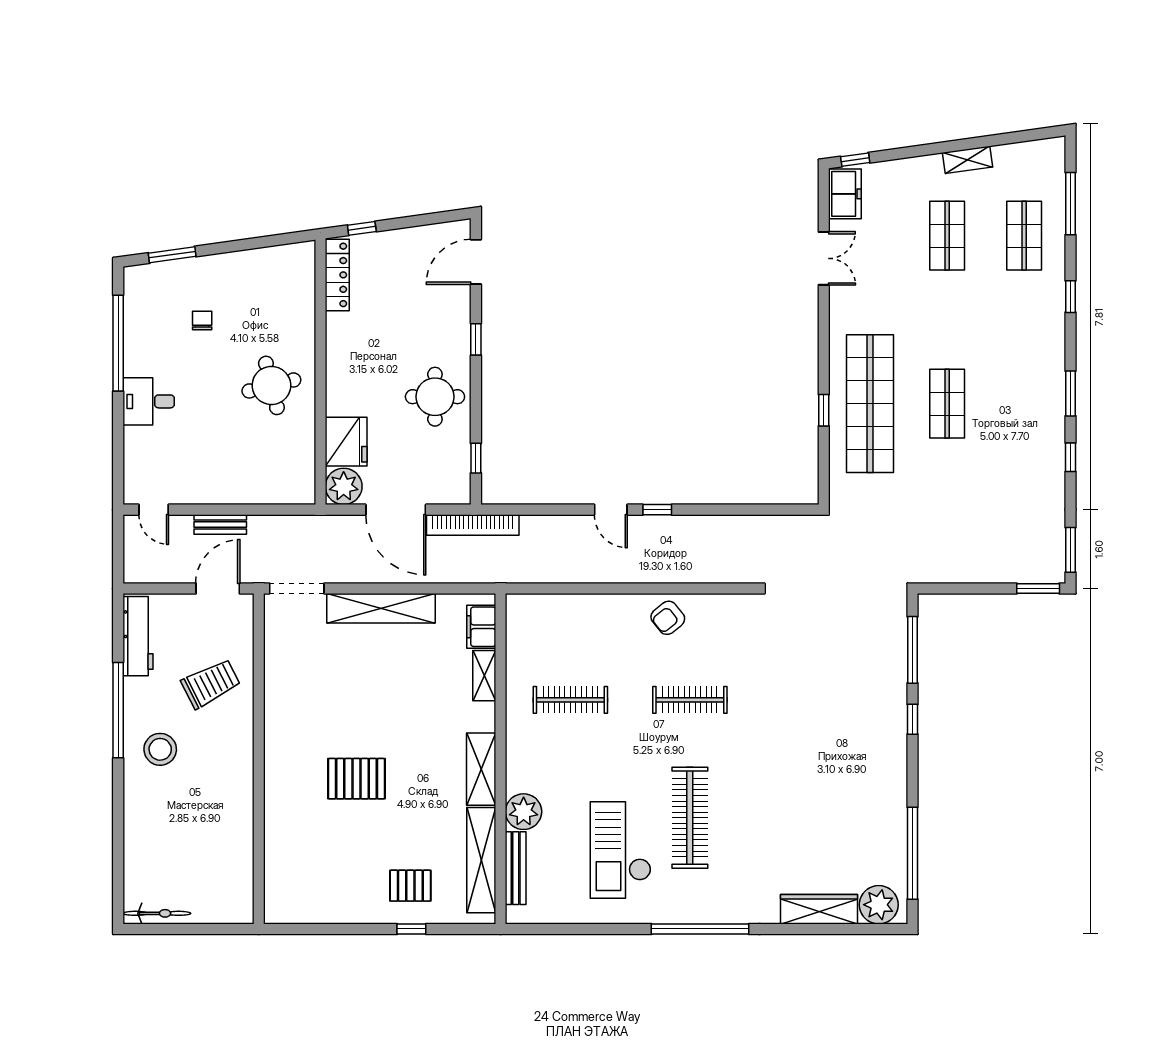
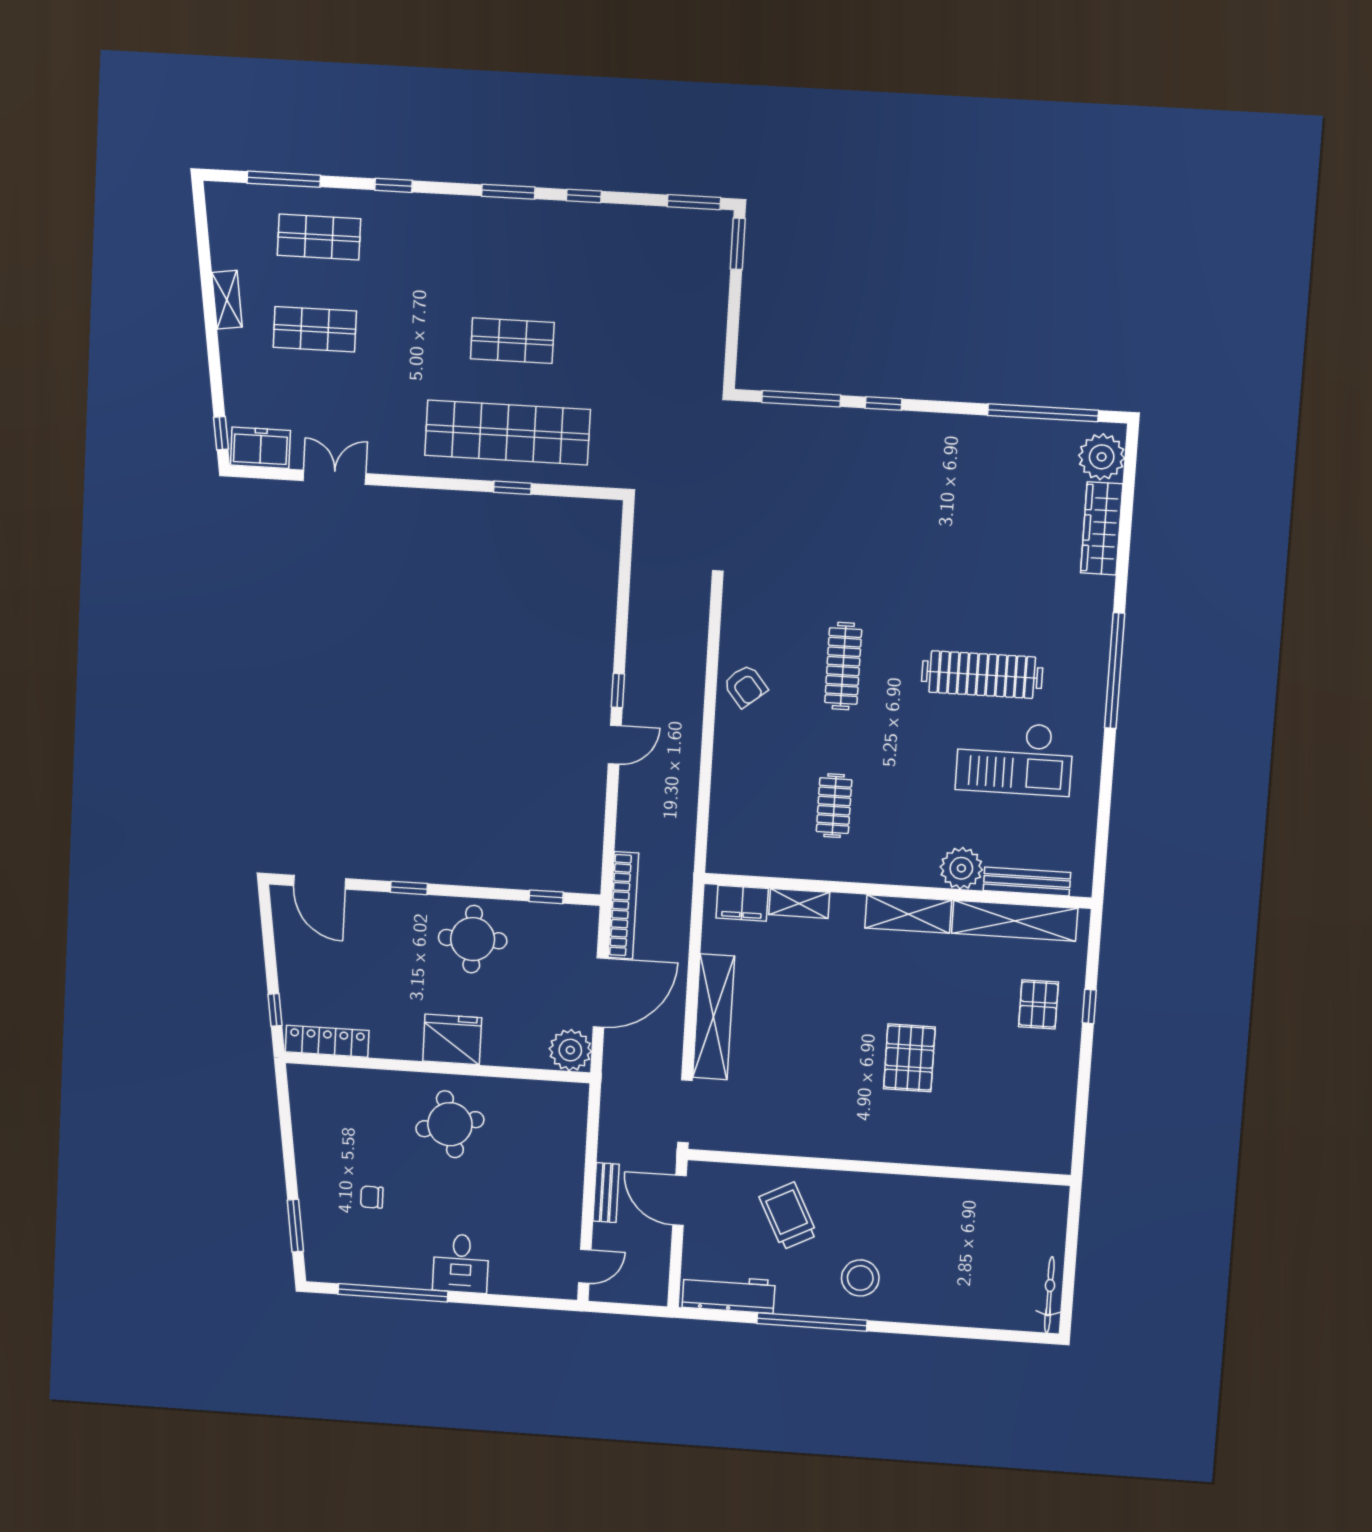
fridge: (346, 442) -> (452, 1039), moved
clothes rail: (570, 700) -> (834, 806), width x0.73

